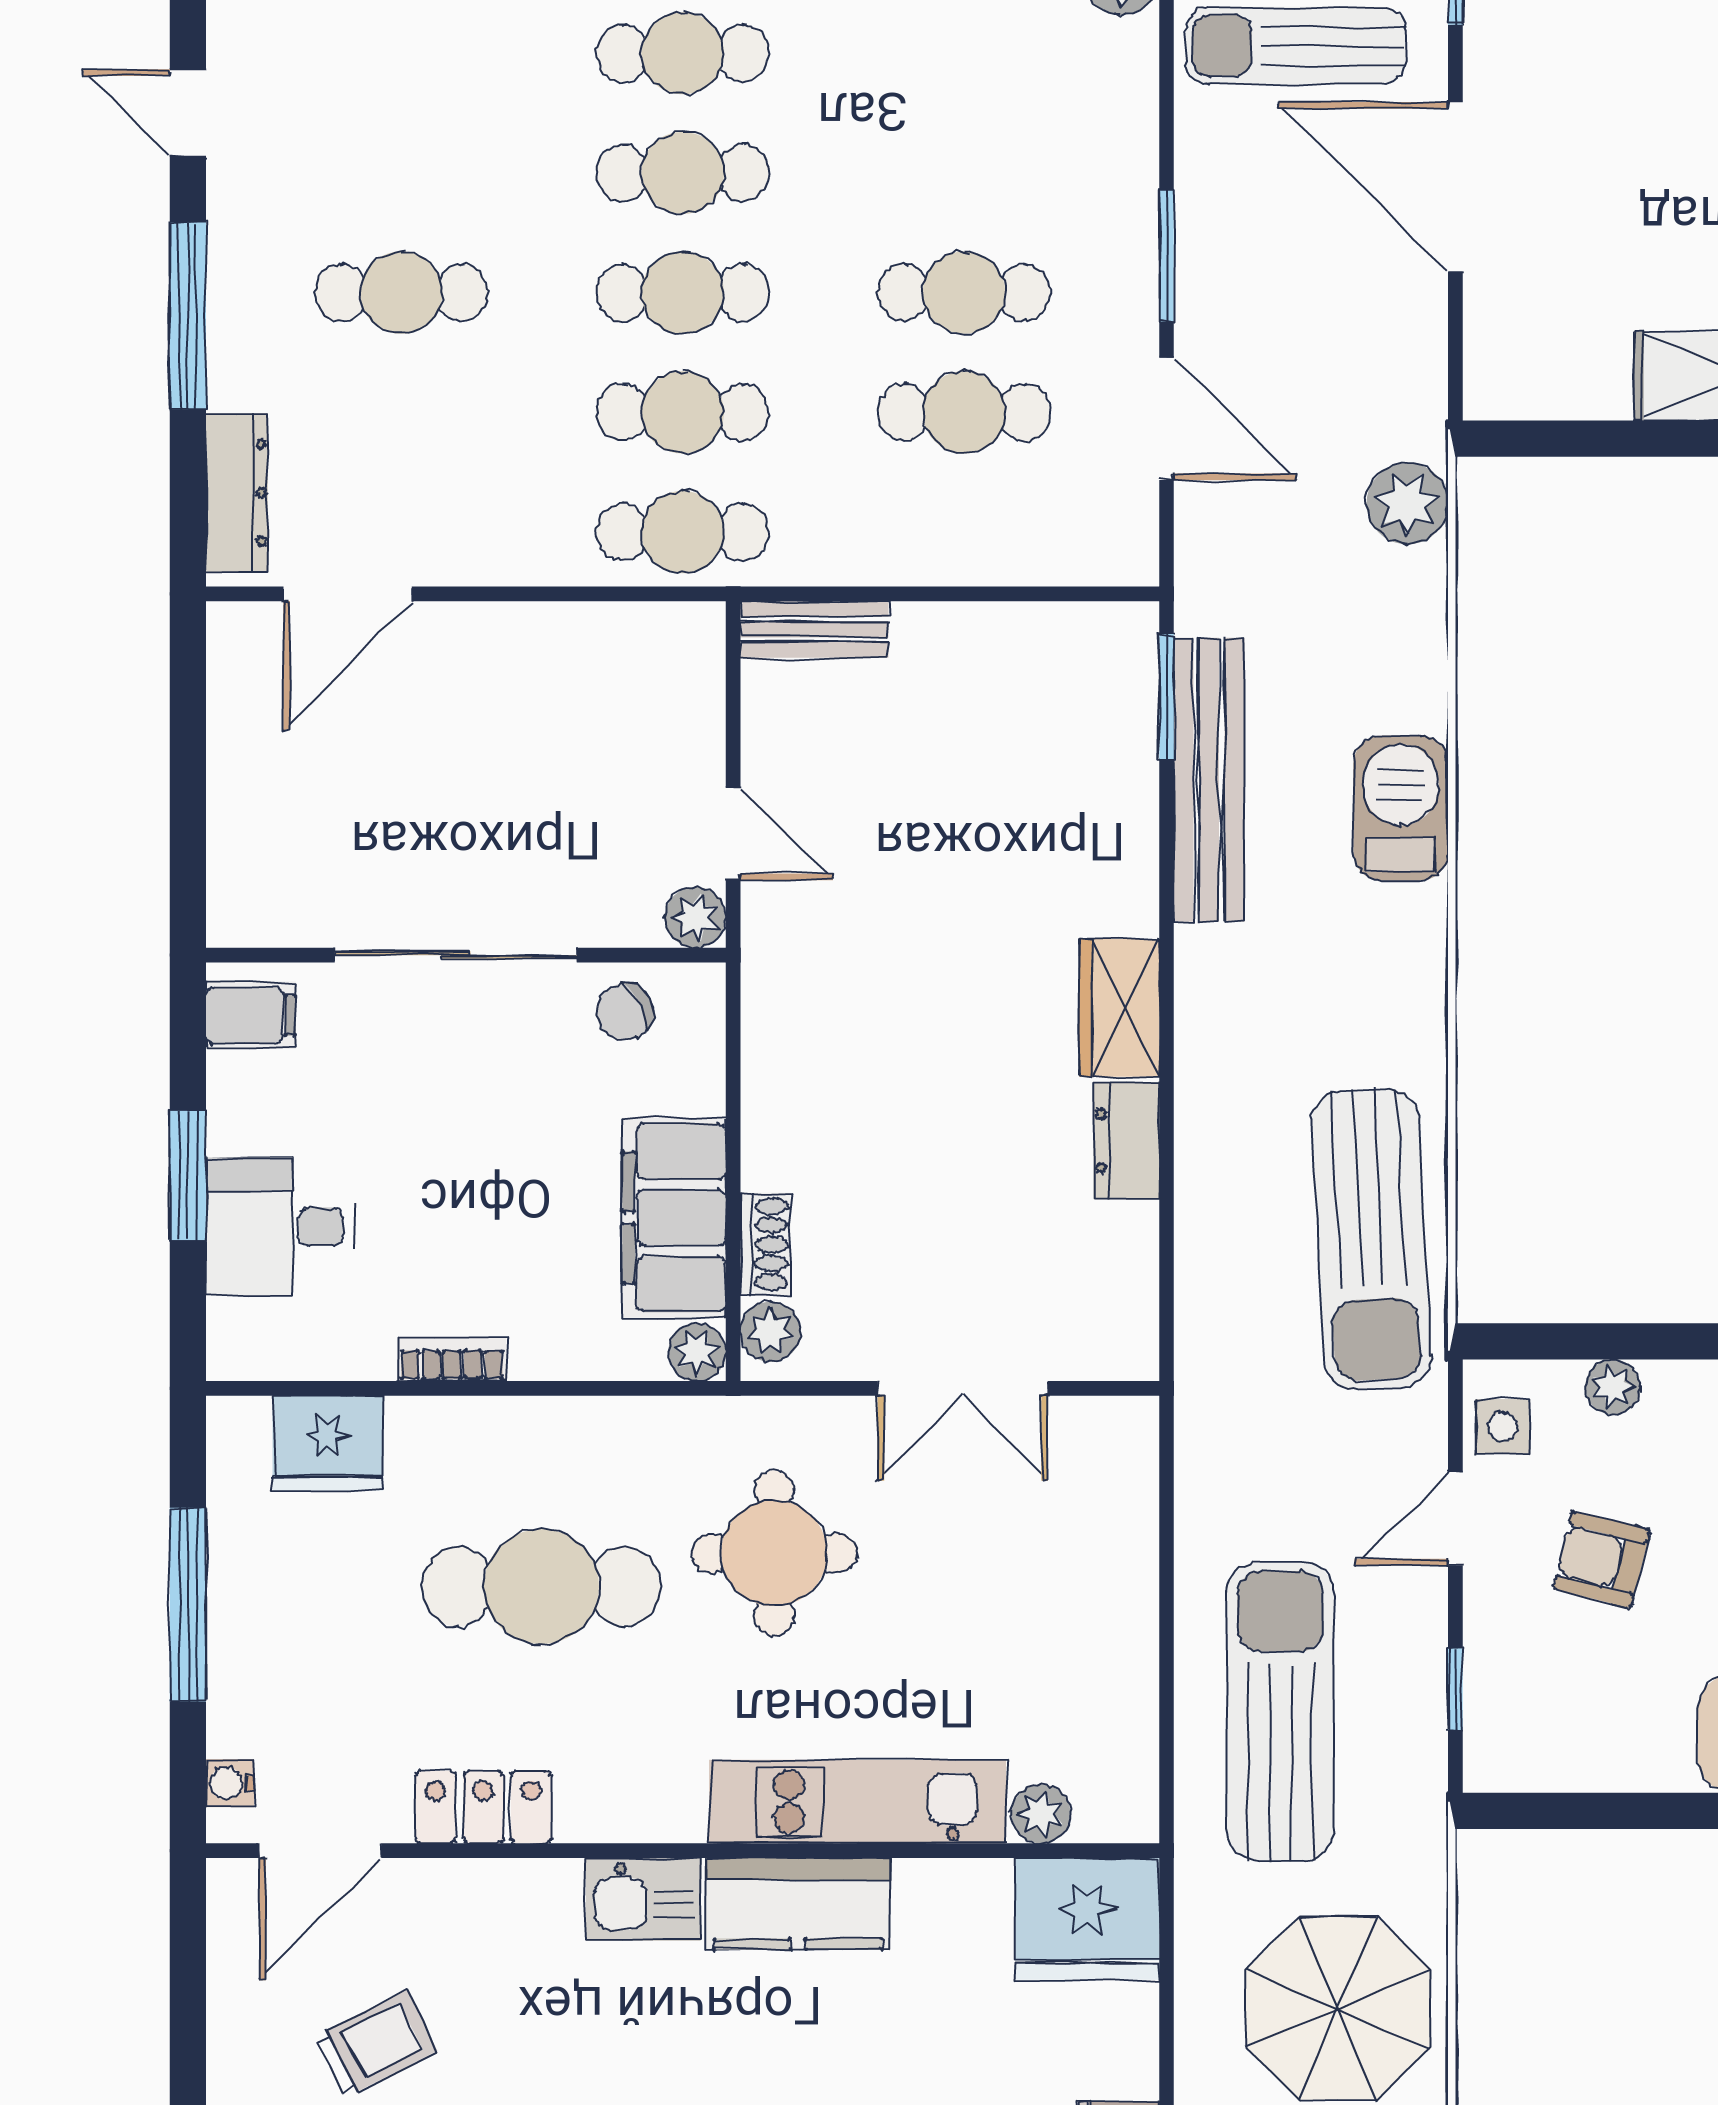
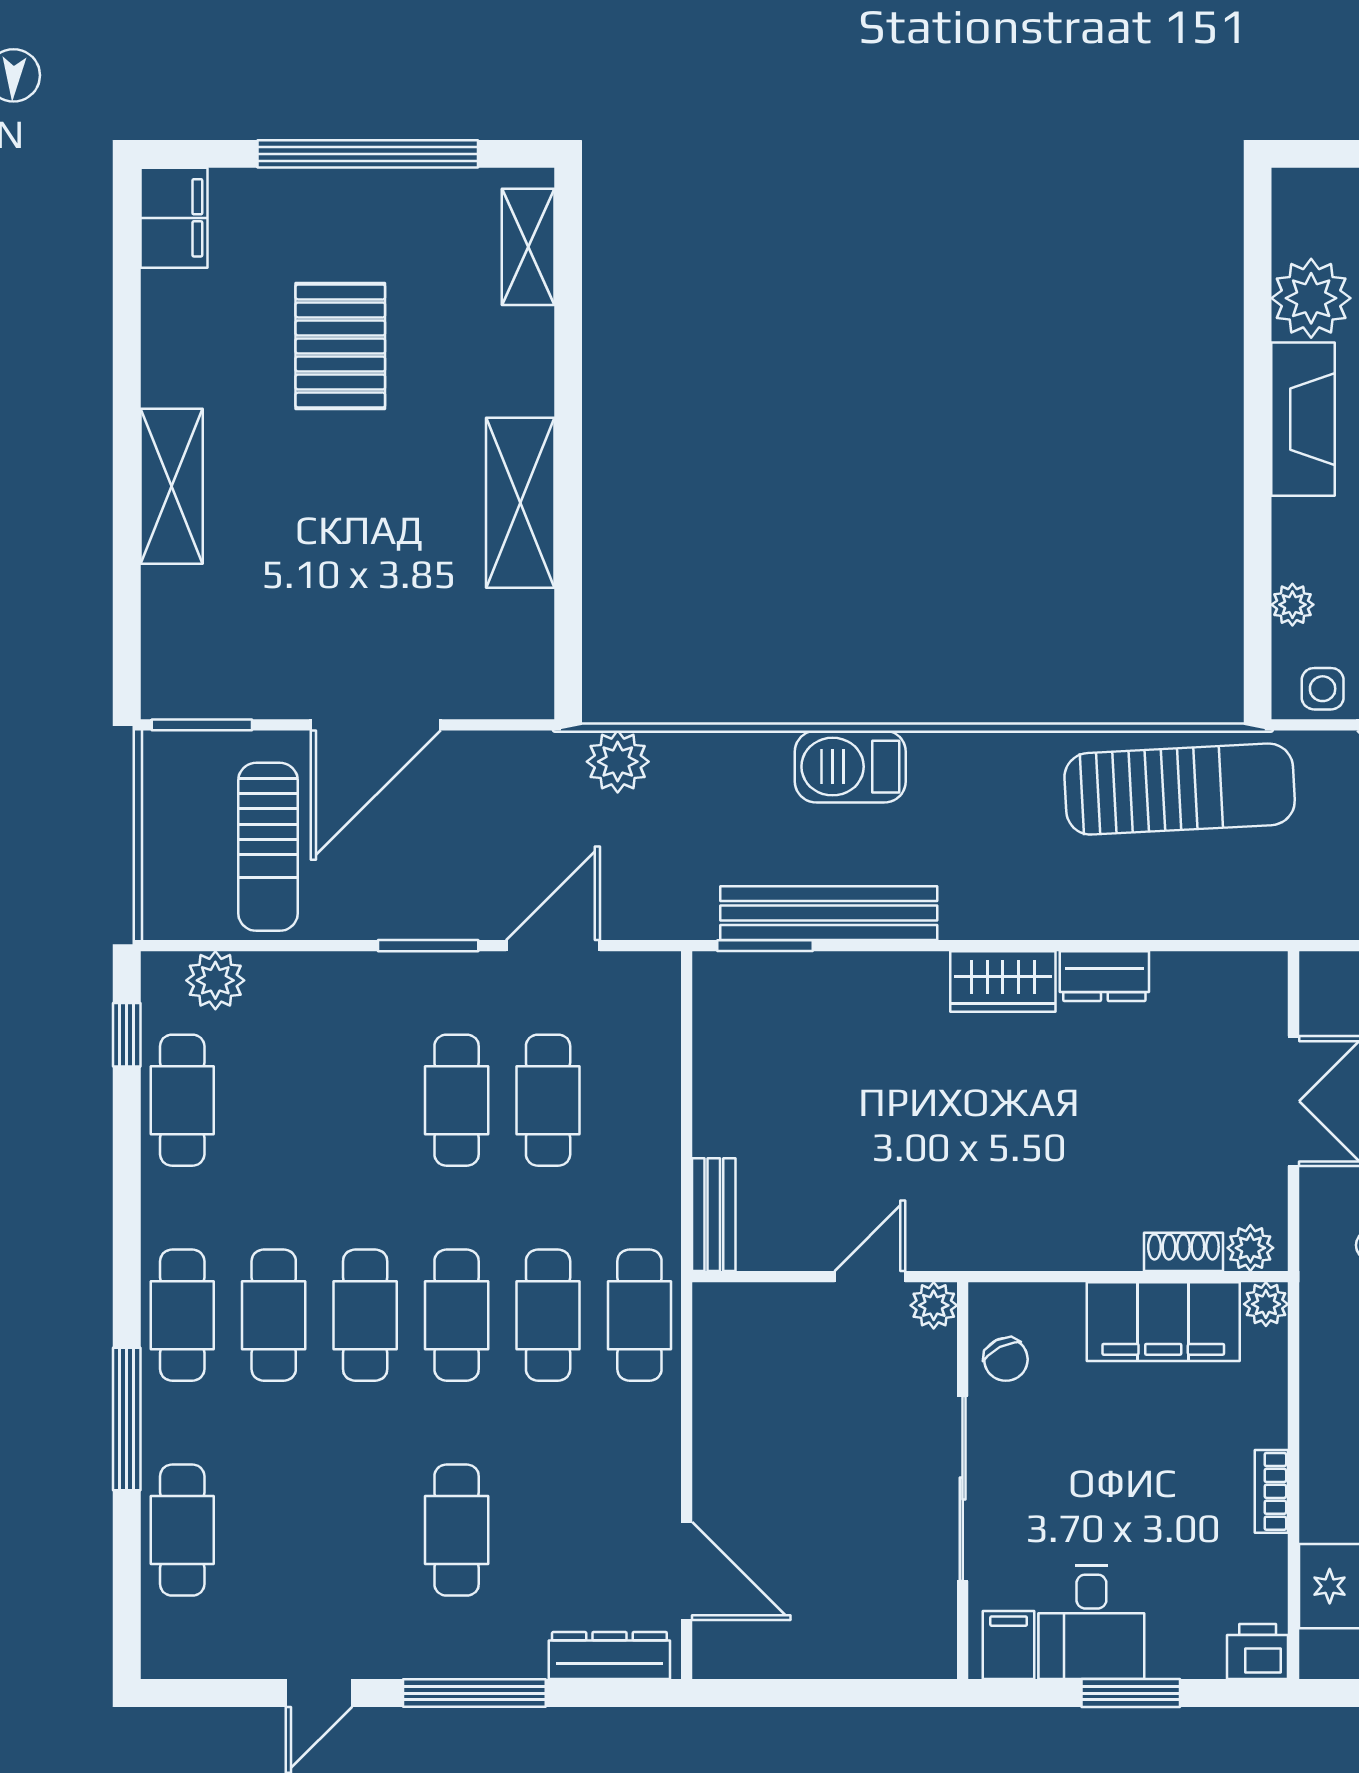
desk: (280, 1227) -> (1091, 1622), moved
printer: (242, 1341) -> (1258, 1652), added

